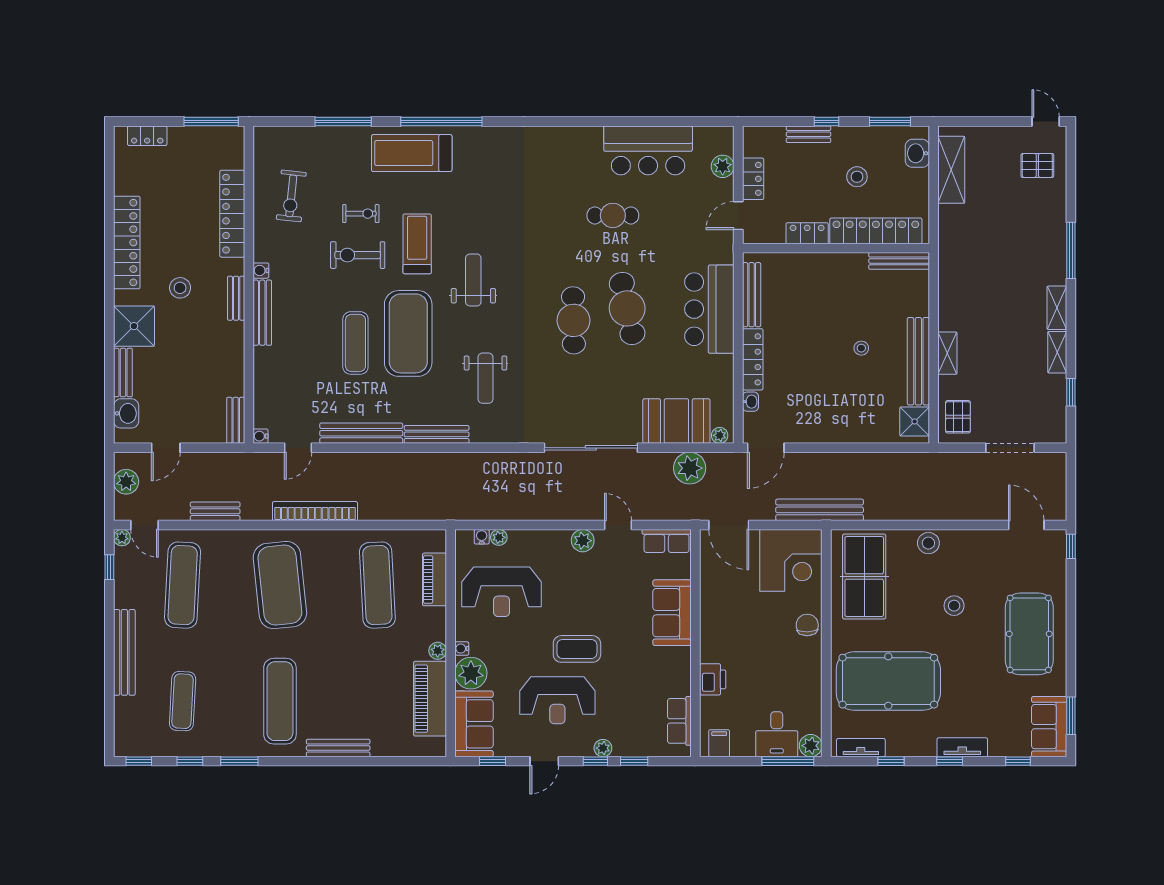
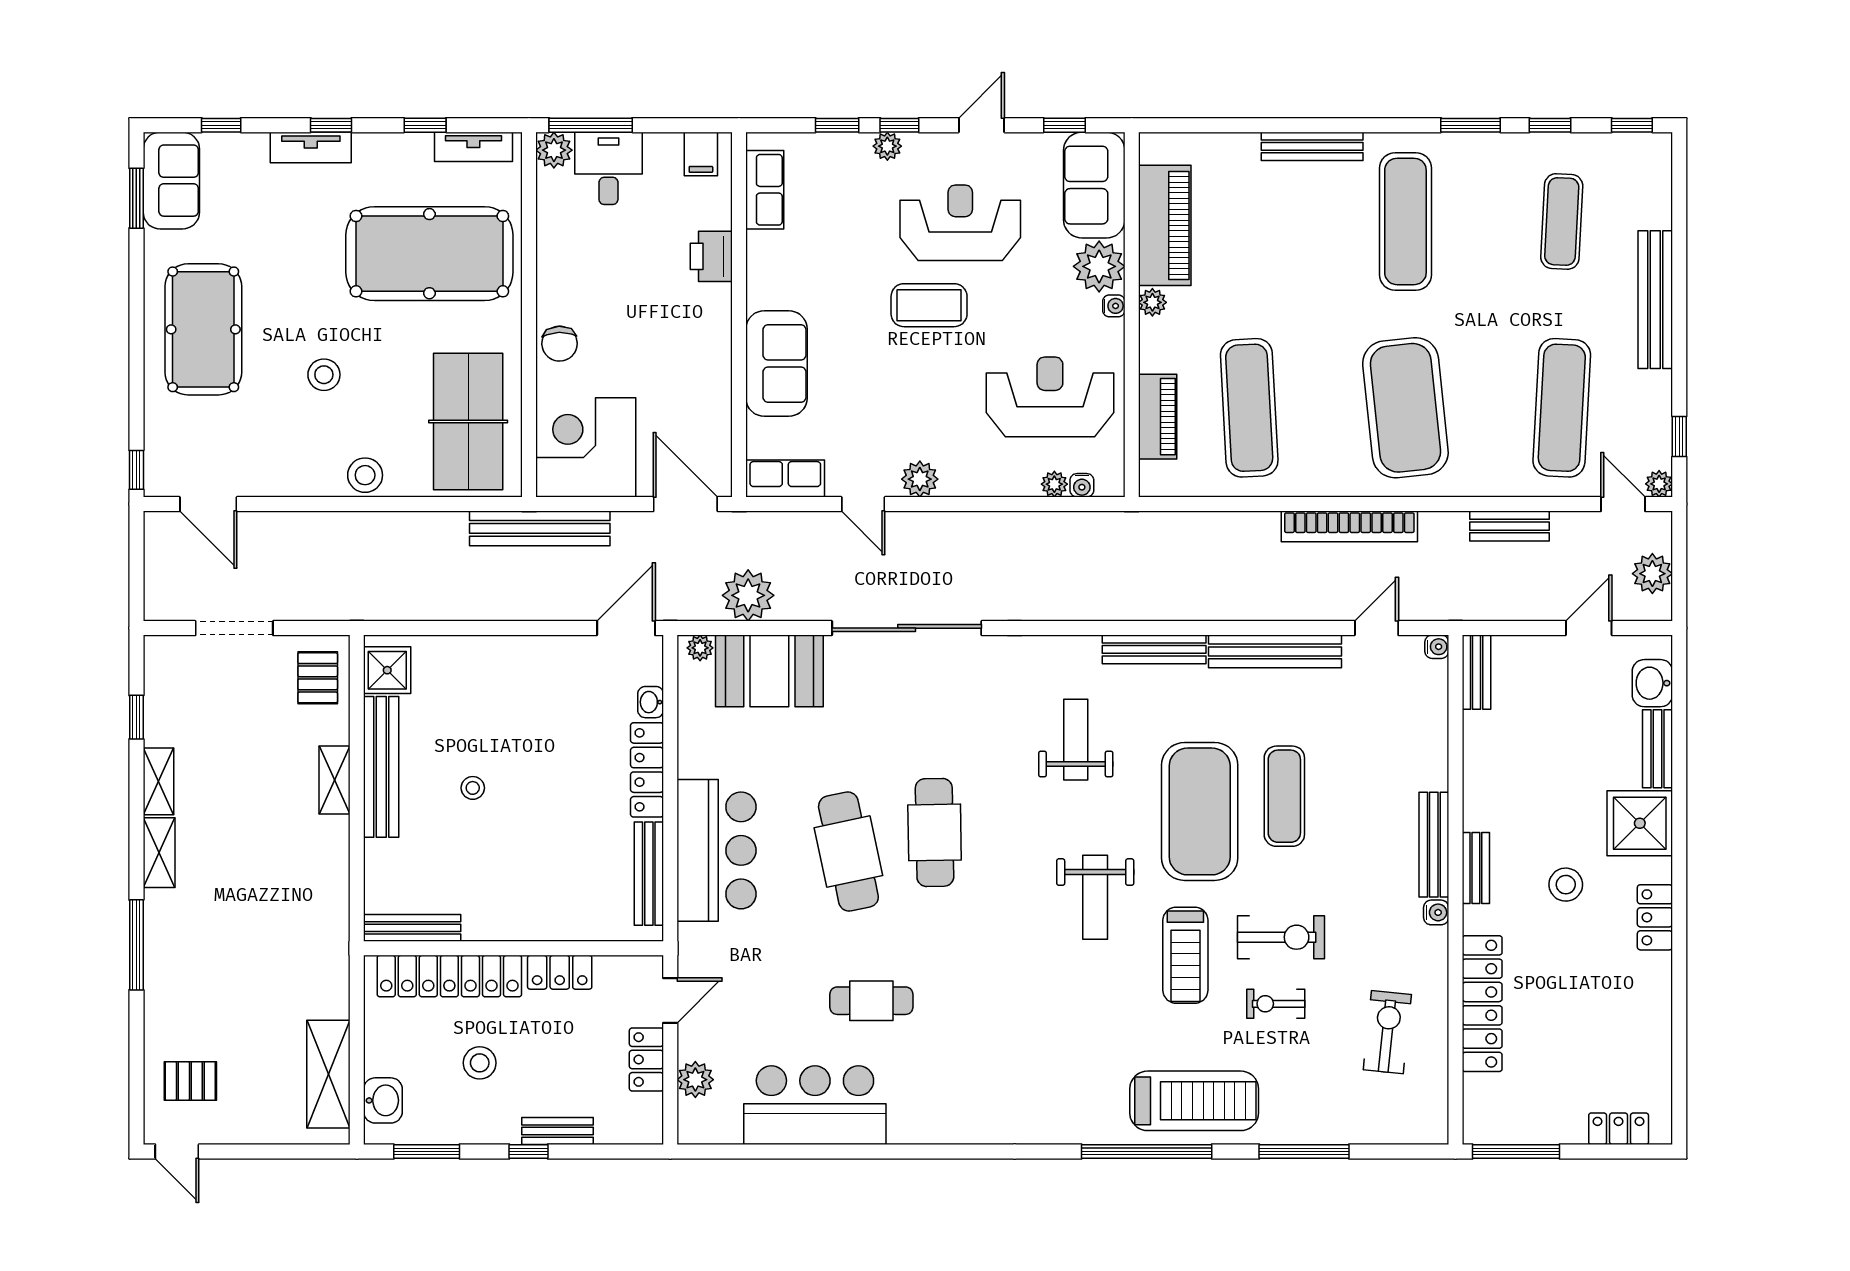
locker: (127, 243) -> (1655, 917), width x0.46, depth x0.83

